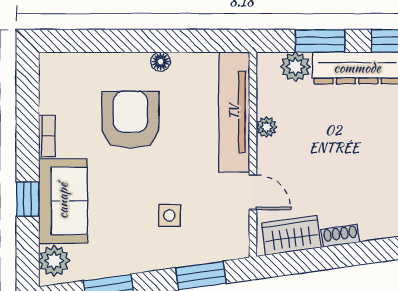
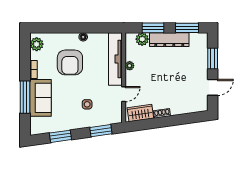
armchair: (130, 120) -> (70, 62), turned 180
door: (253, 192) -> (124, 94), hinge flipped
window: (28, 199) -> (25, 97), width x2.17
plant: (54, 261) -> (37, 44), moved

